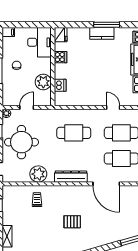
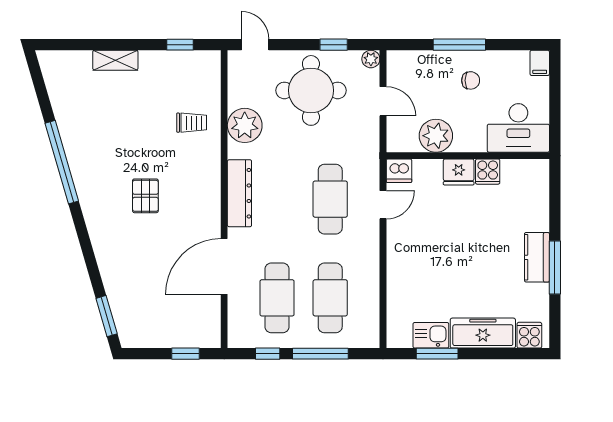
fridge: (61, 35) -> (459, 172), moved
dishwasher: (60, 85) -> (399, 171), moved
door: (113, 107) -> (383, 205), moved

